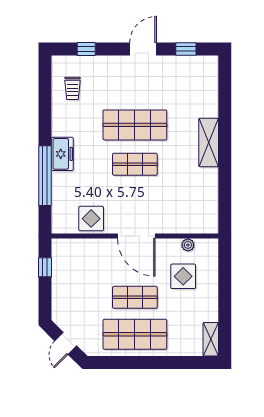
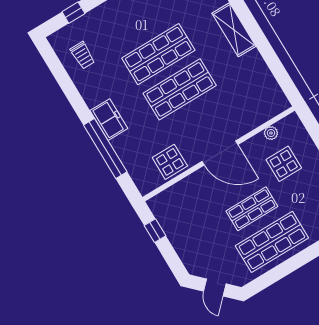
shop shelf: (135, 164) -> (180, 89), width x1.43, depth x1.36

